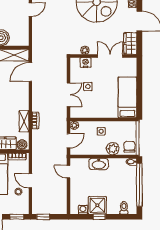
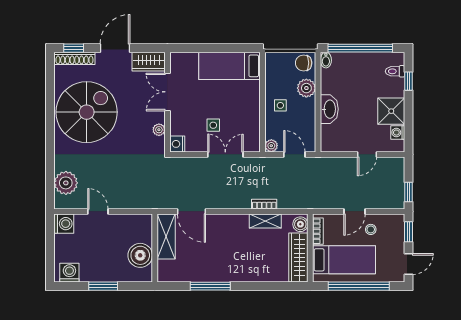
nightstand: (86, 62) -> (177, 144), moved
door: (68, 172) -> (367, 154), moved
window: (99, 217) -> (408, 81), moved

